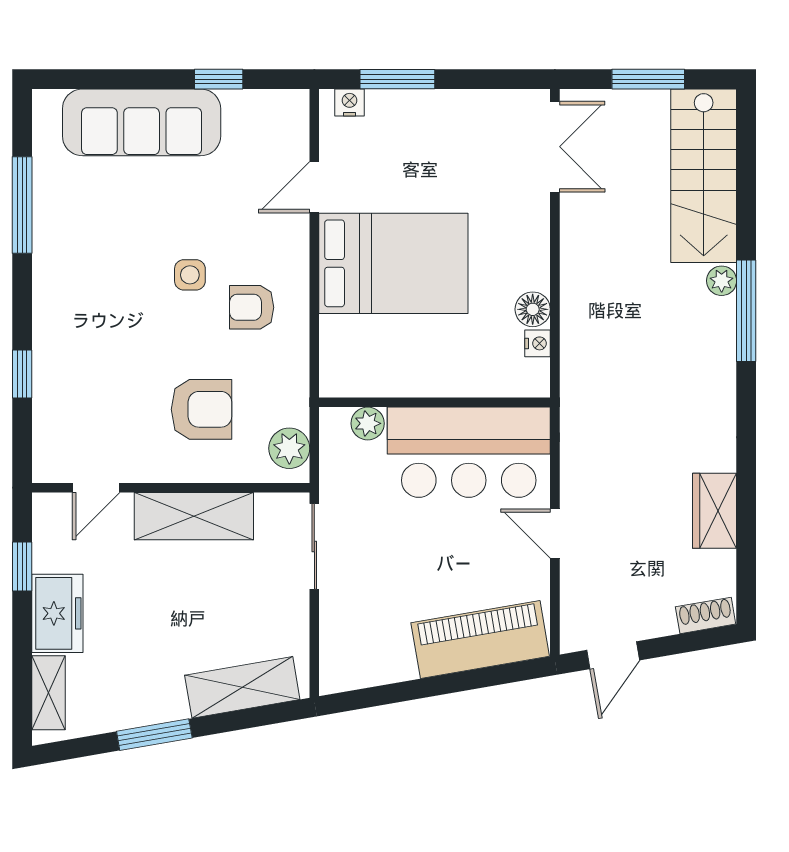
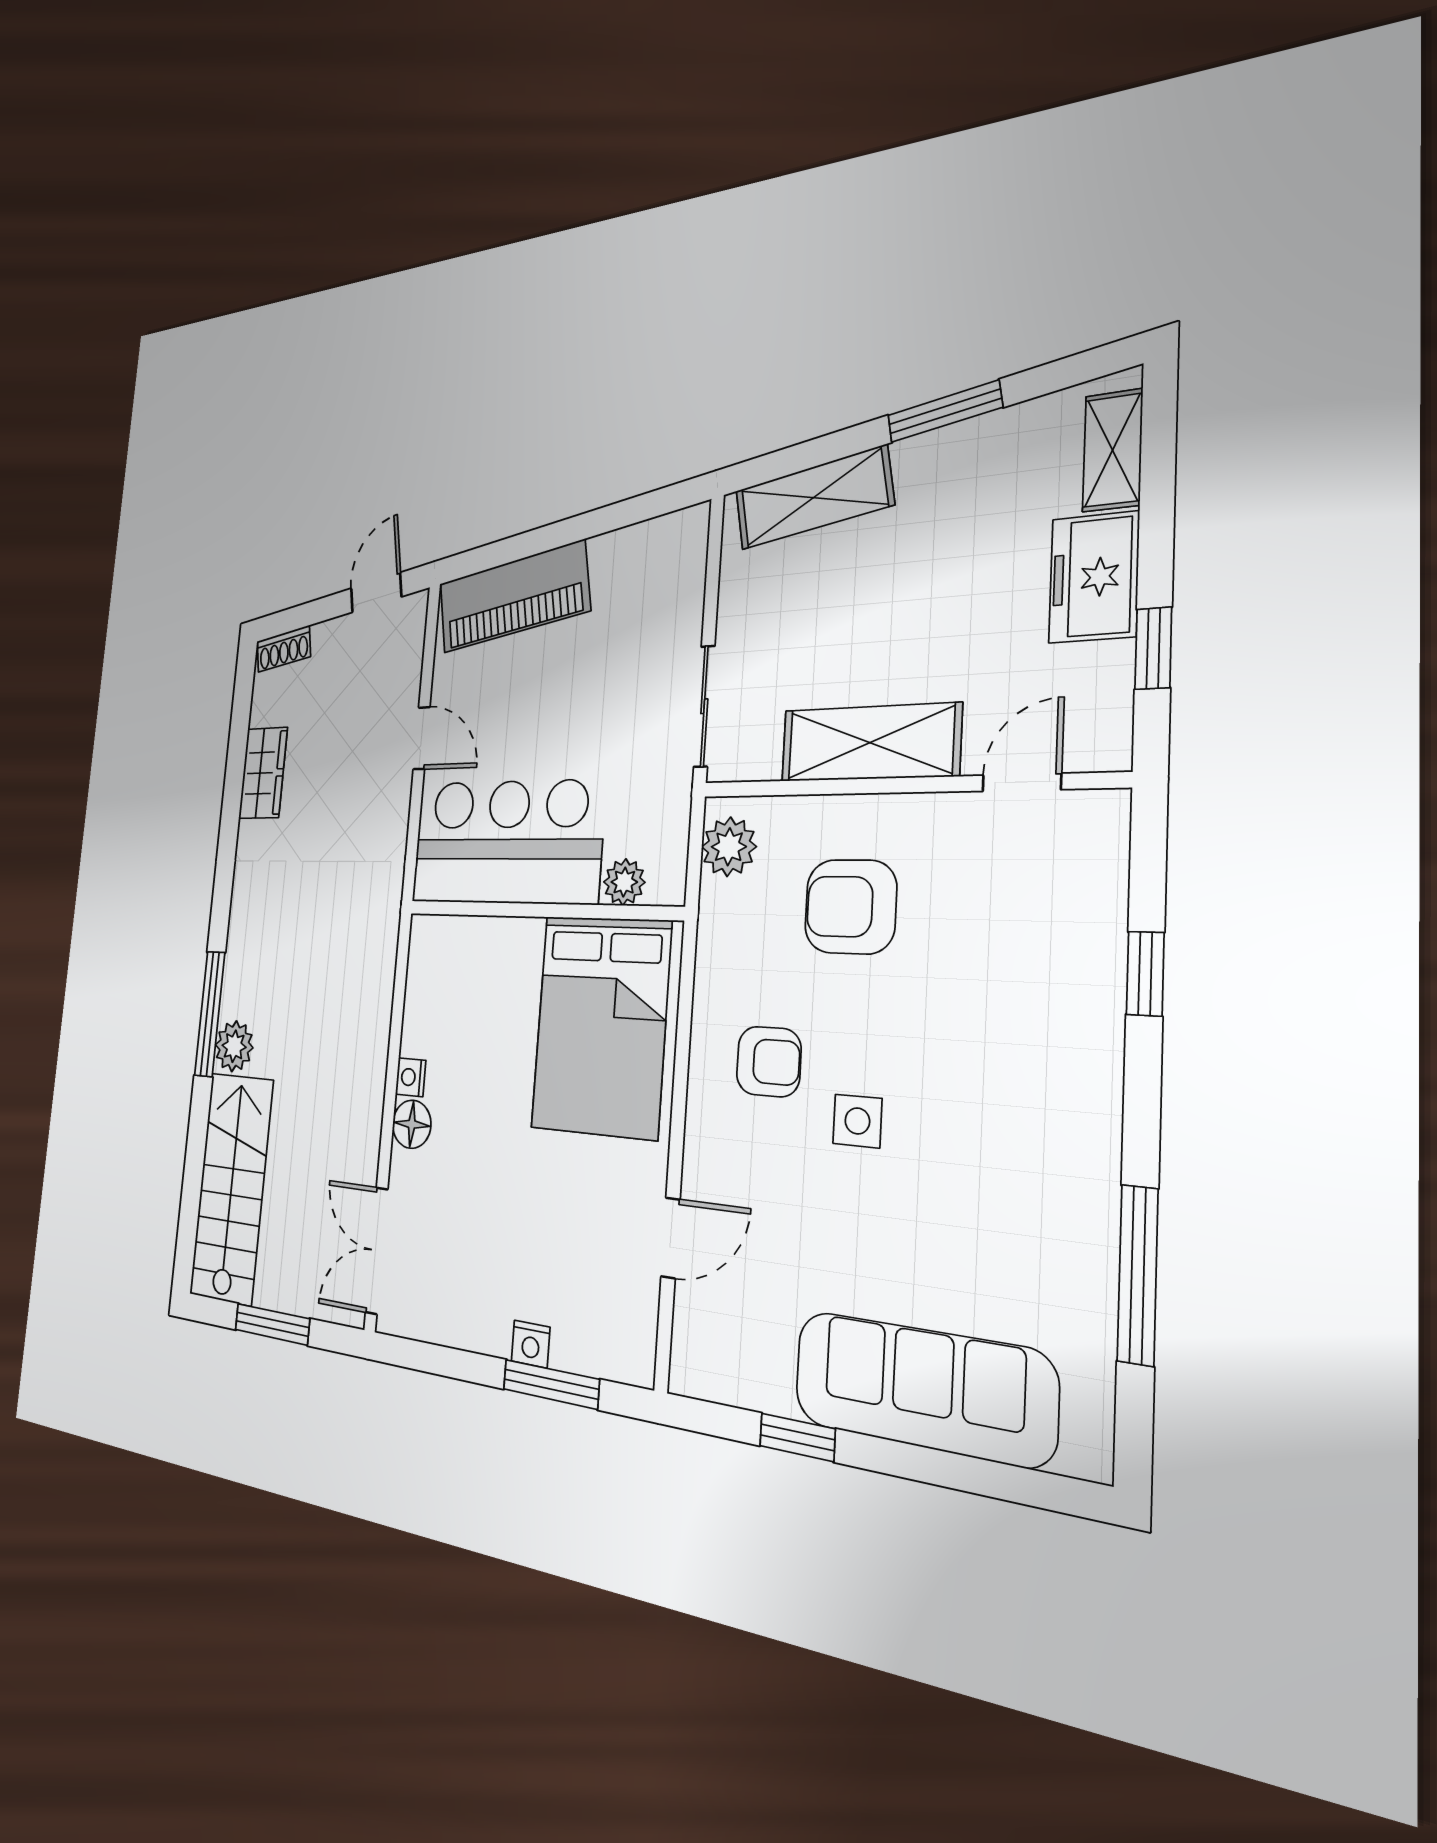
nightstand: (349, 103) -> (531, 1344), moved
bed: (393, 263) -> (601, 1025), moved, turned -90
plant: (722, 281) -> (234, 1046), width x1.38, depth x1.38
floor lamp: (533, 309) -> (412, 1124), moved
nightstand: (537, 343) -> (411, 1077), moved

